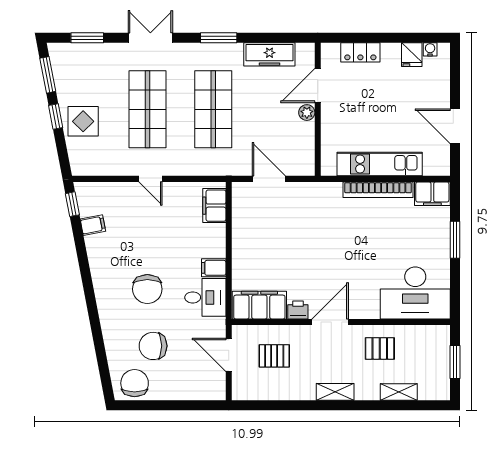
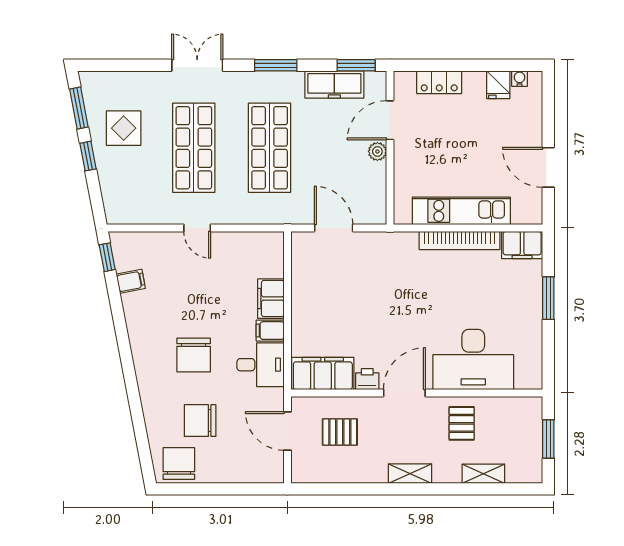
window: (87, 38) -> (356, 65), moved
display table: (83, 121) -> (124, 128), moved
filing cabinet: (214, 206) -> (271, 299), moved
desk: (415, 293) -> (473, 359), moved
pallet: (380, 348) -> (462, 423), turned 90

